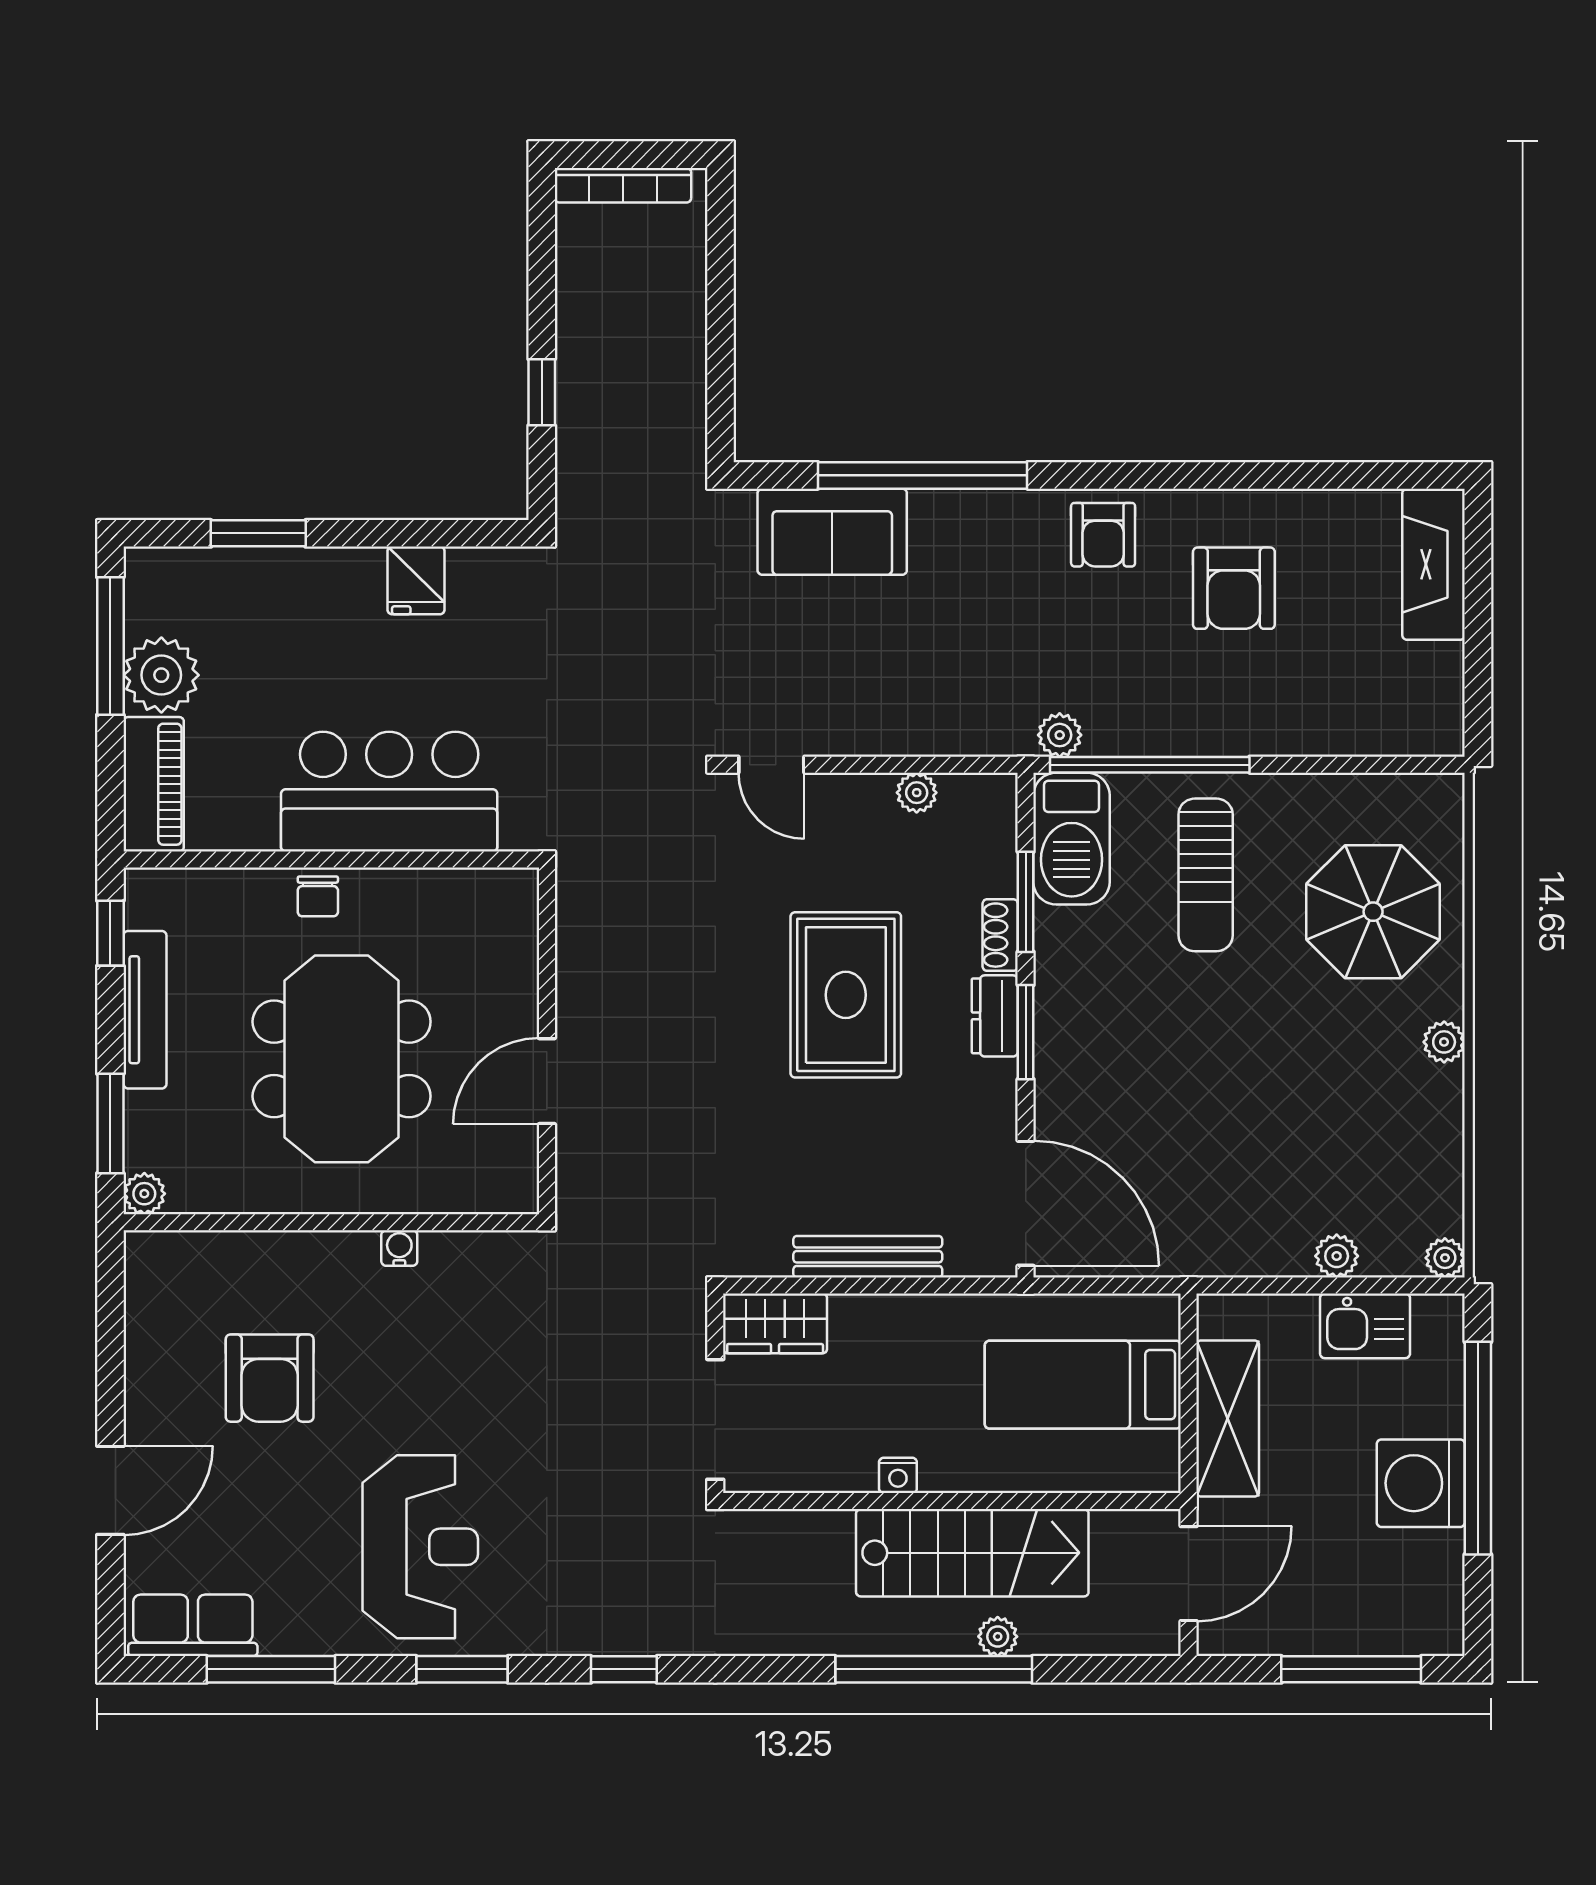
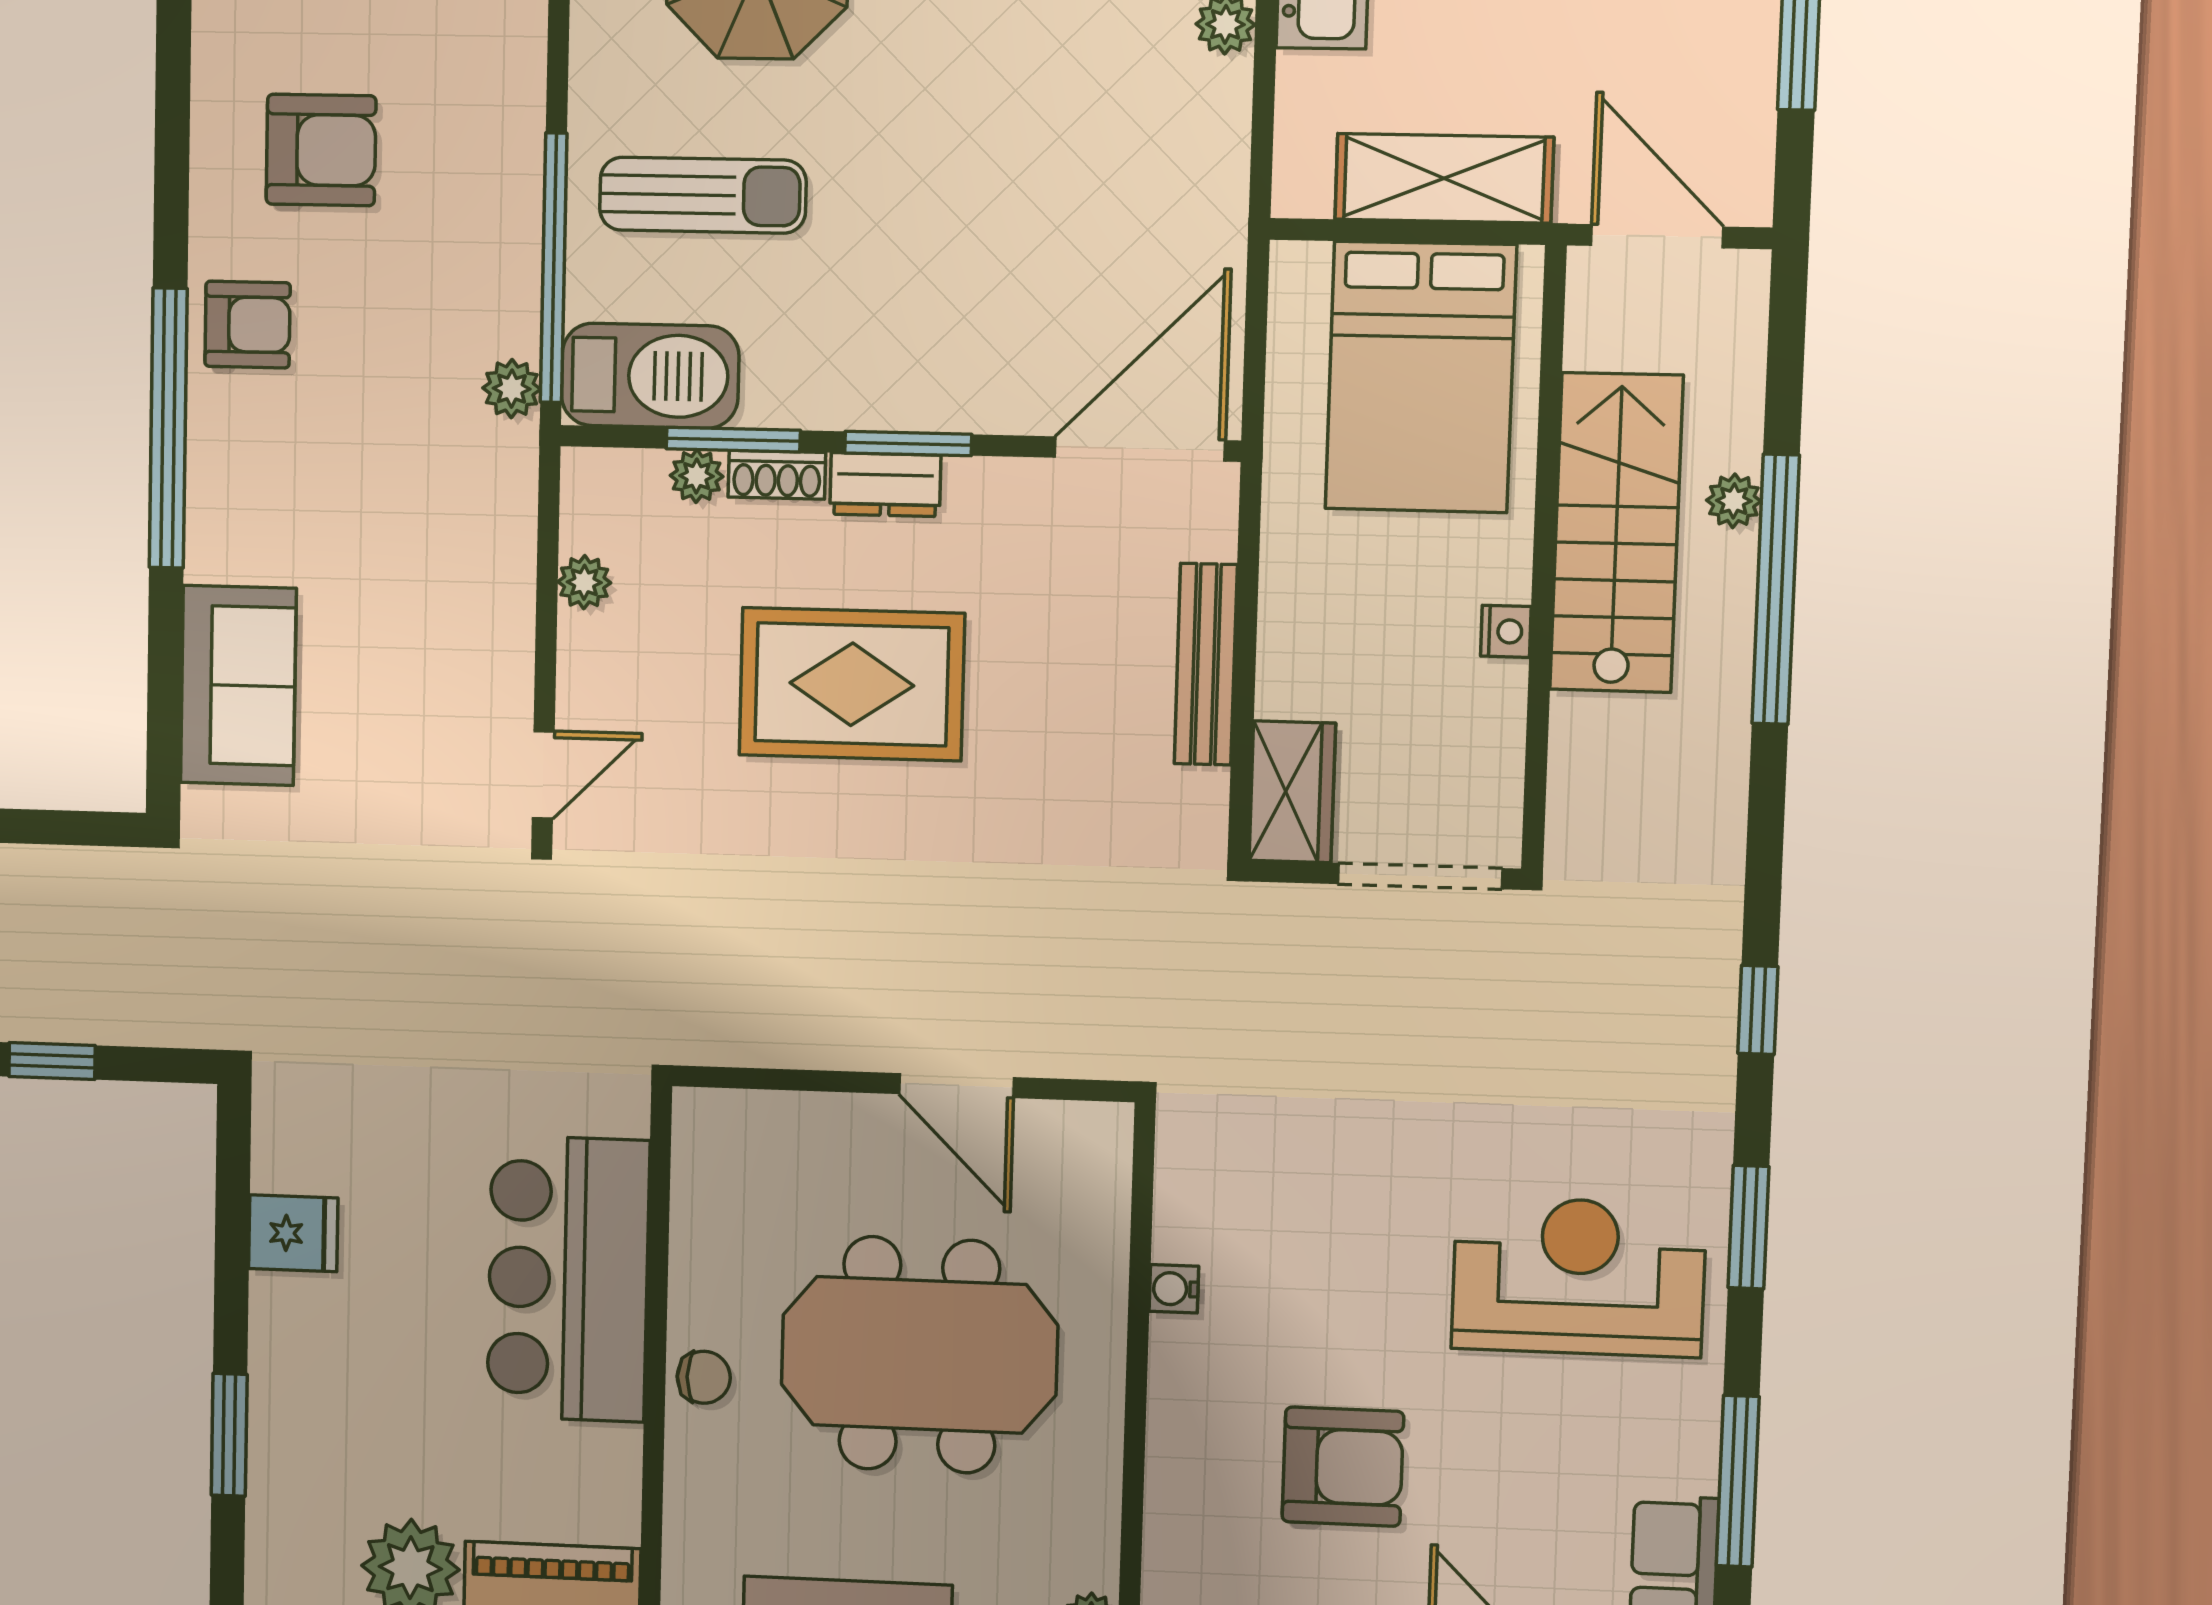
window: (923, 475) -> (168, 428), moved
plant: (998, 875) -> (697, 476), added
bed: (1083, 1385) -> (1421, 377), width x1.50

